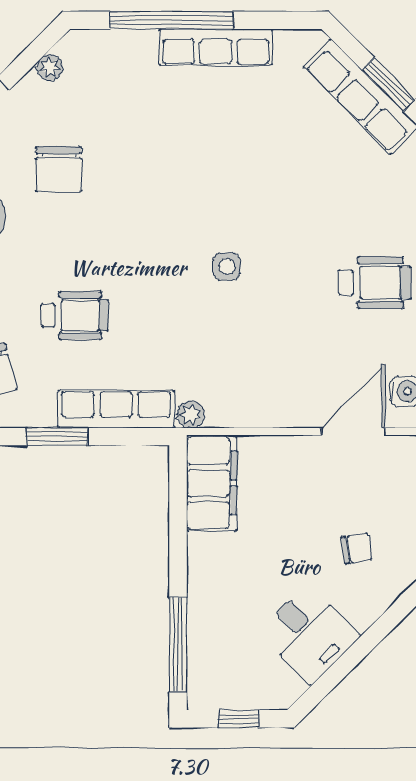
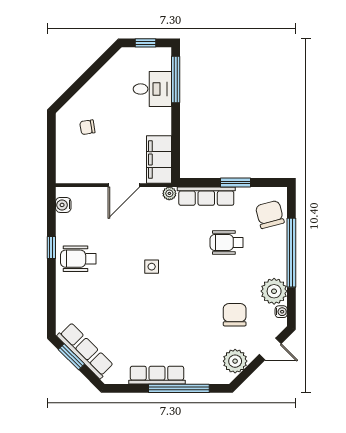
plant: (50, 68) -> (235, 361), width x1.88, depth x1.88
door: (353, 431) -> (124, 185), moved
desk: (309, 634) -> (152, 89), moved, turned 135

